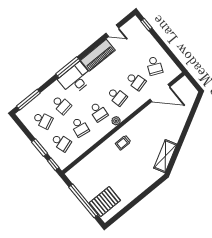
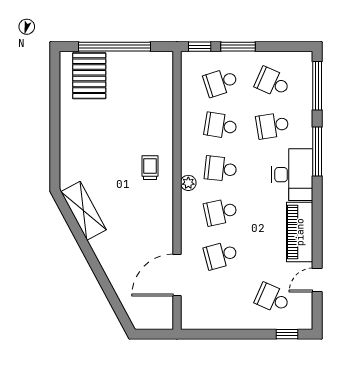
school desk: (154, 66) -> (272, 298), moved
window: (68, 67) -> (317, 151), moved
school desk: (43, 120) -> (272, 82), turned 48

